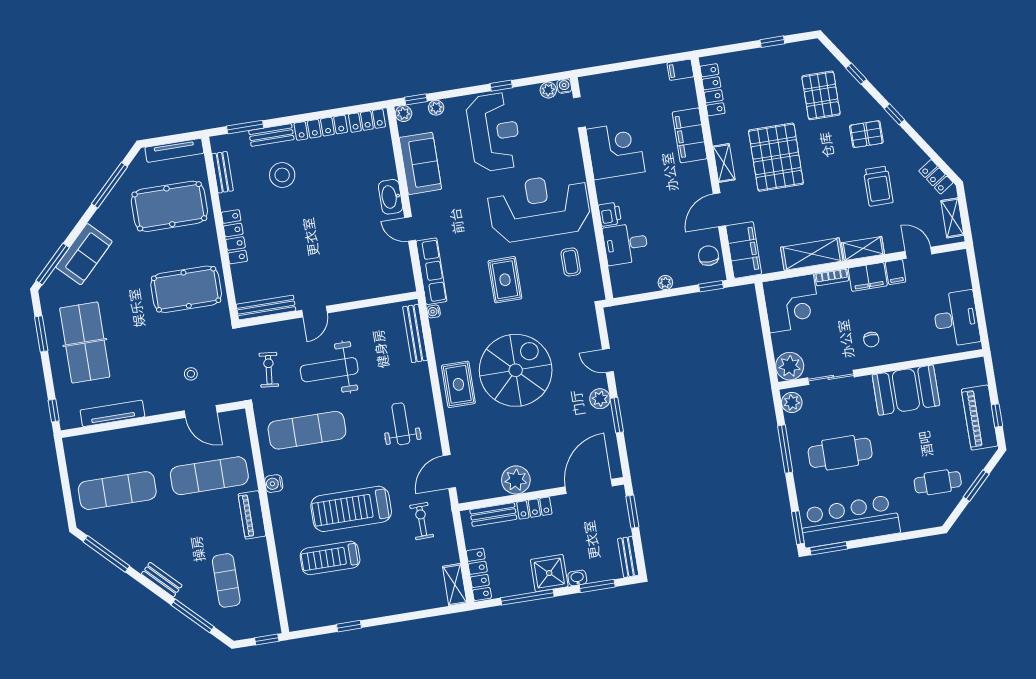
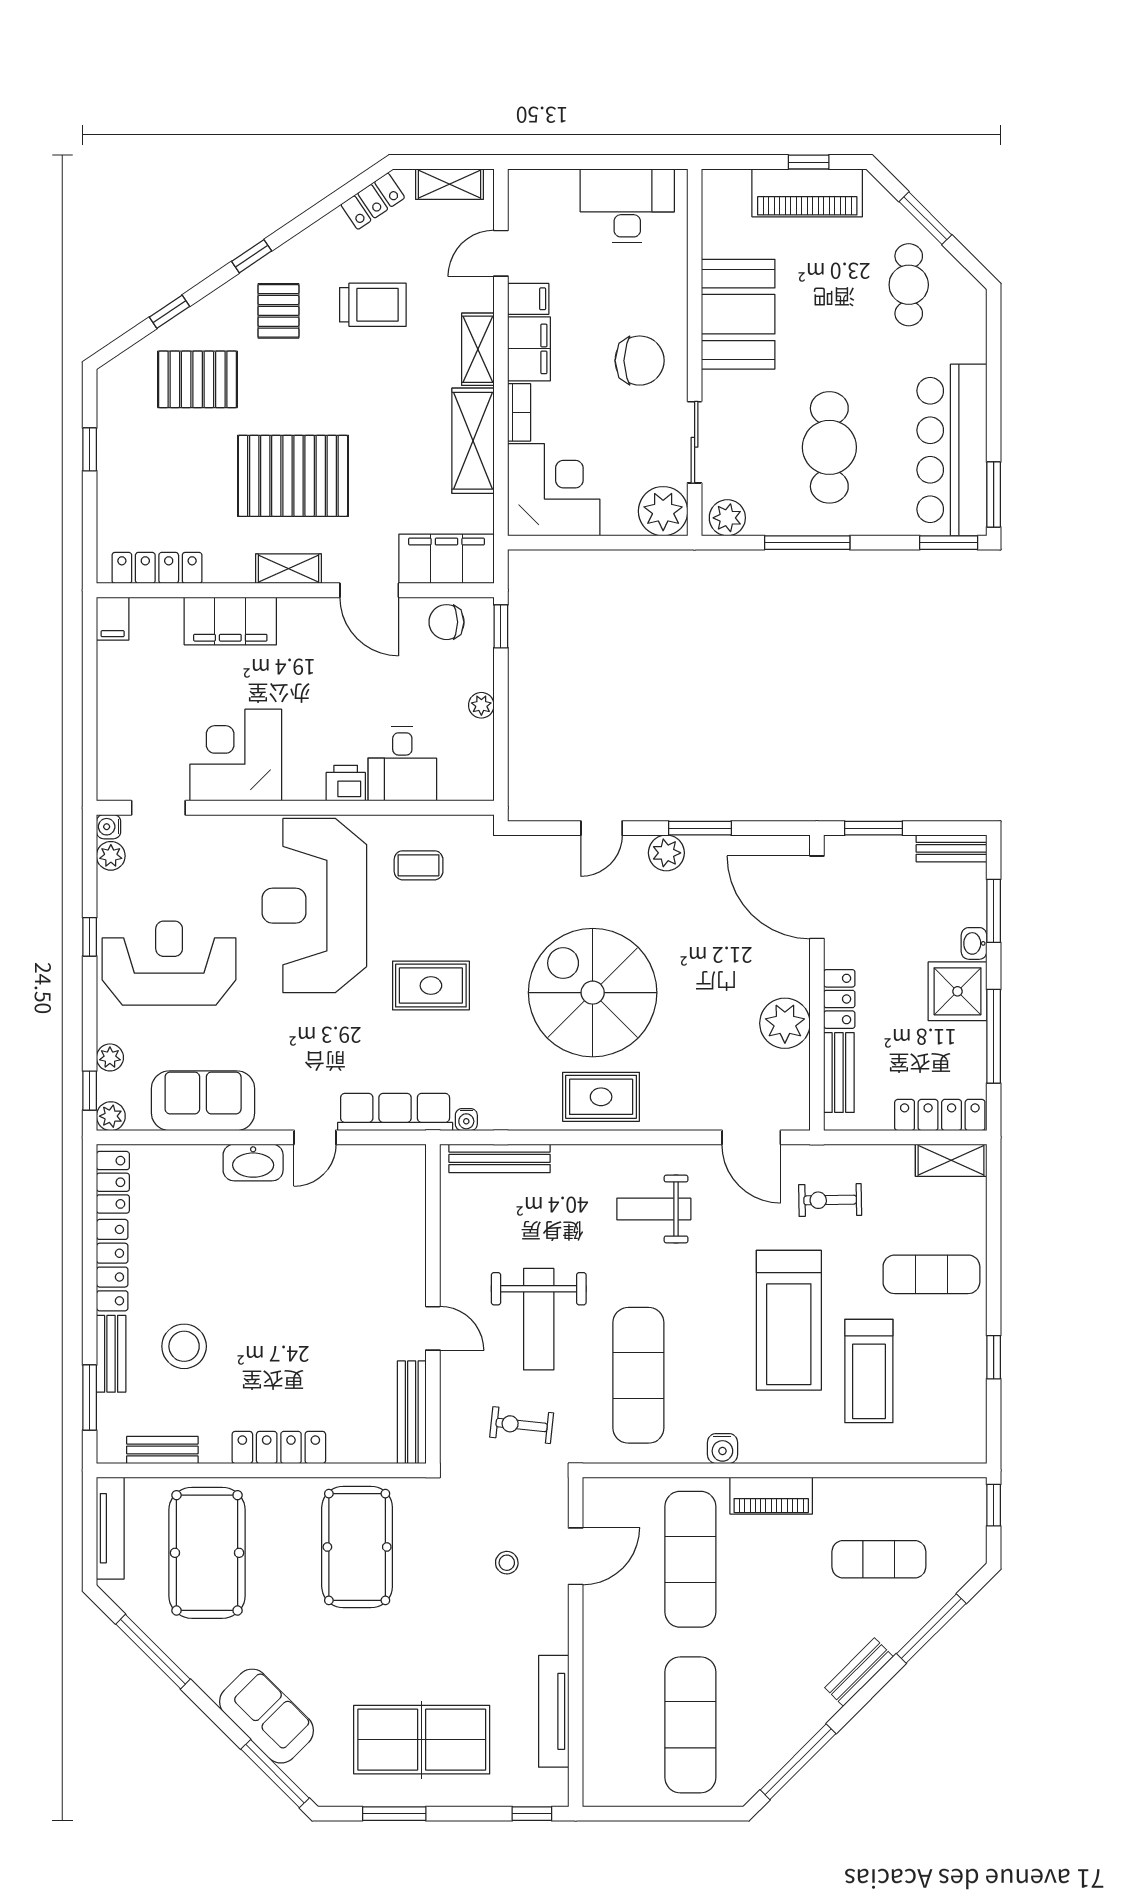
chair: (871, 339) -> (640, 361), width x1.87, depth x1.87
exercise mat: (389, 584) -> (931, 1274), added

